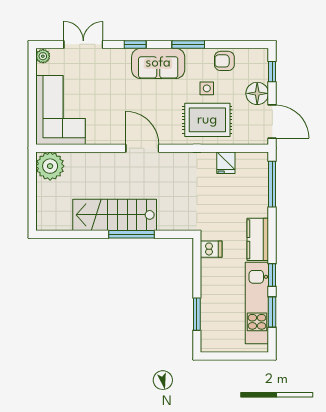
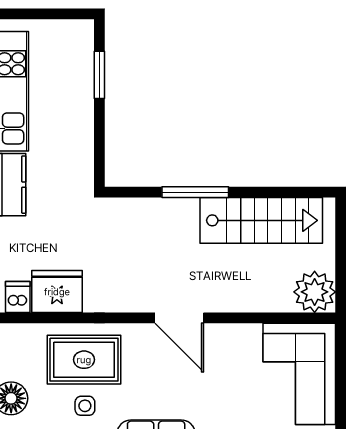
fridge: (226, 163) -> (57, 292), width x1.88, depth x1.34
stairs: (115, 215) -> (261, 220), moved
dishwasher: (211, 249) -> (18, 297), moved, turned 90

